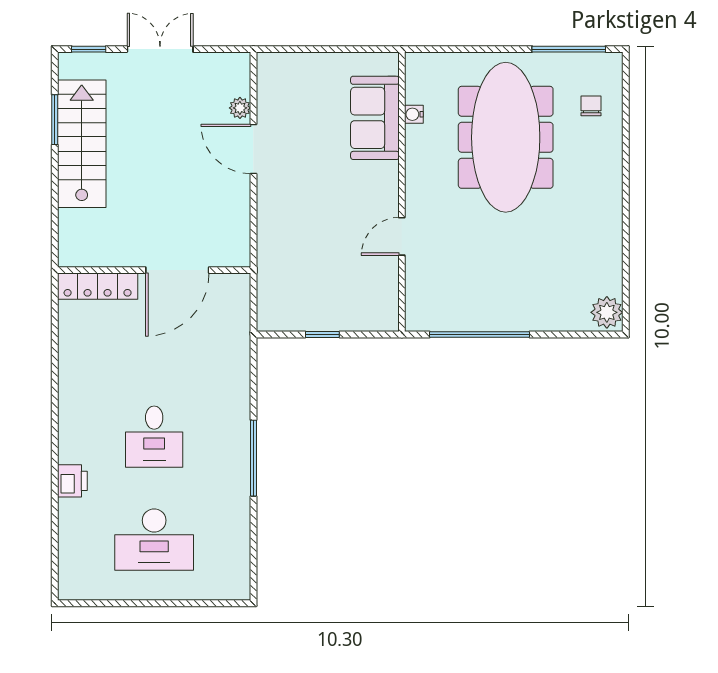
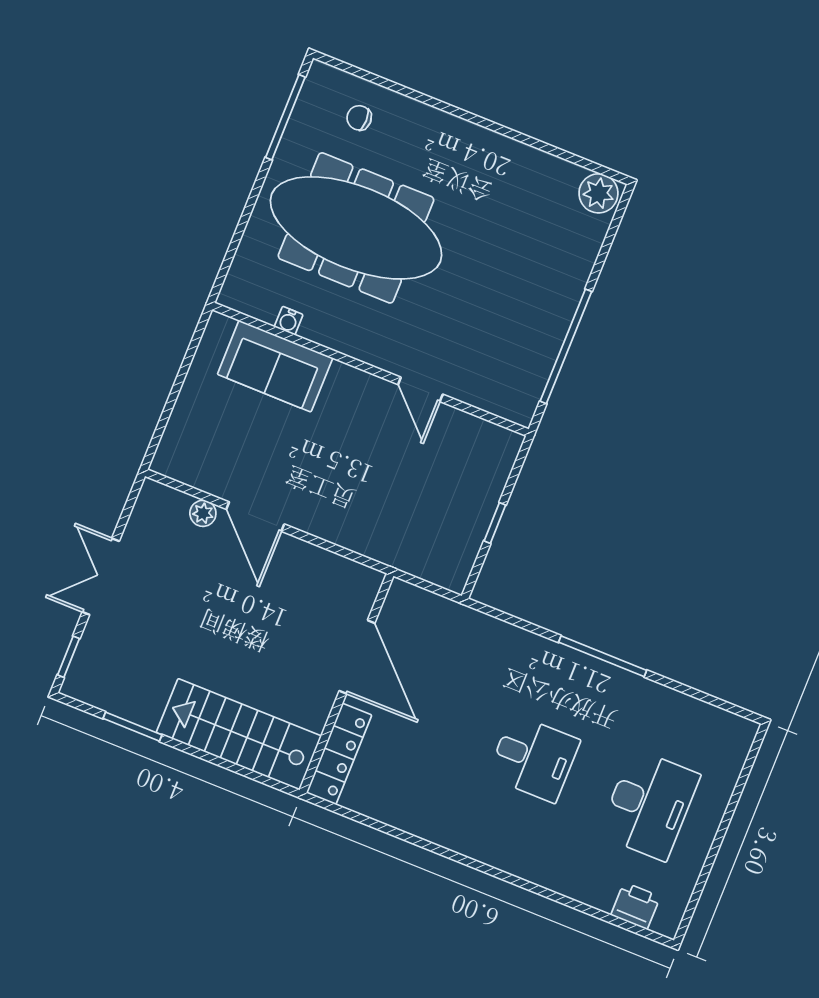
stairs: (82, 144) -> (239, 734), moved
door: (253, 149) -> (255, 517), hinge flipped
printer: (72, 481) -> (636, 906), moved

